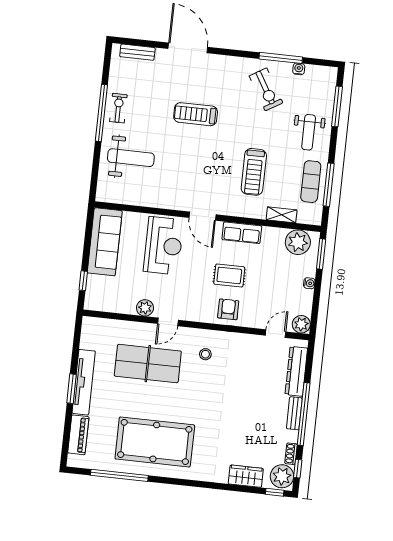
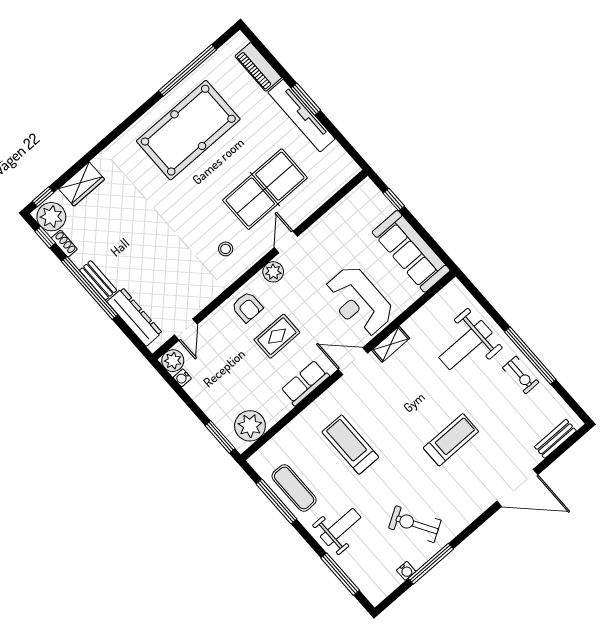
weight bench: (309, 132) -> (341, 527), turned 90
shelving: (282, 215) -> (391, 344), moved
water cooler: (309, 283) -> (182, 378), moved
plant: (145, 308) -> (273, 272), moved

